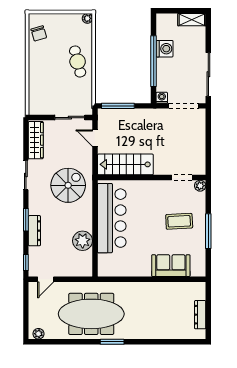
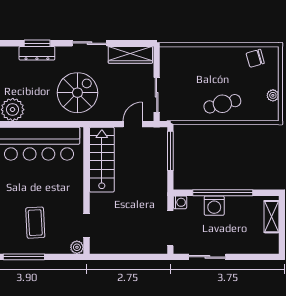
plant: (87, 18) -> (273, 95), moved
shelving: (192, 20) -> (271, 217), moved
washing machine: (165, 49) -> (214, 206), moved
sliding door: (208, 74) -> (207, 257), width x0.73
spiral stairs: (68, 185) -> (77, 93), turned -90
dresser: (34, 231) -> (37, 53), moved

